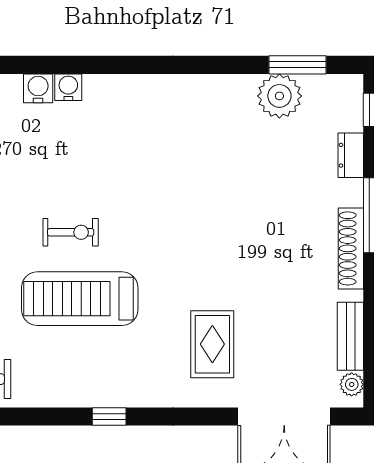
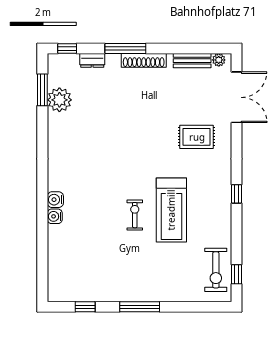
water cooler: (38, 88) -> (55, 200), moved

